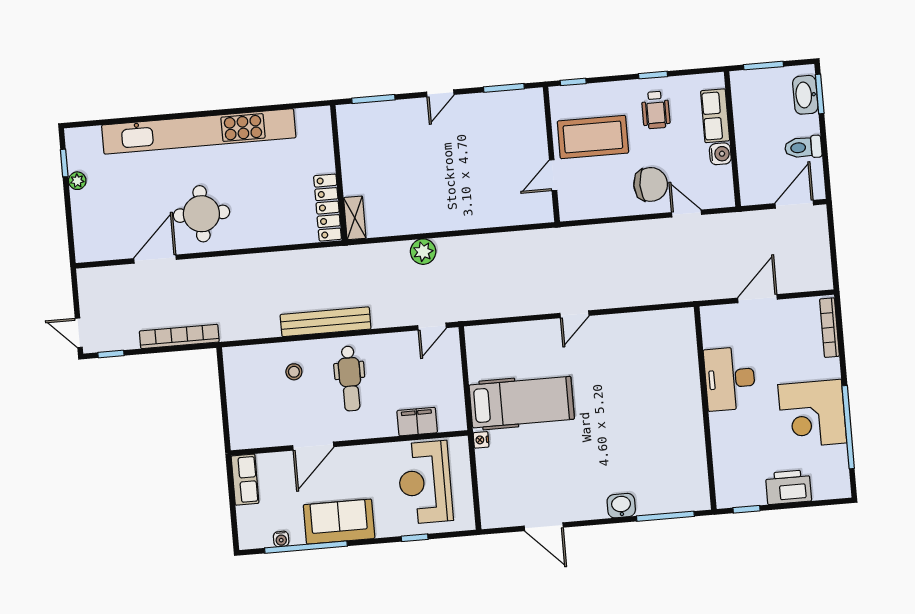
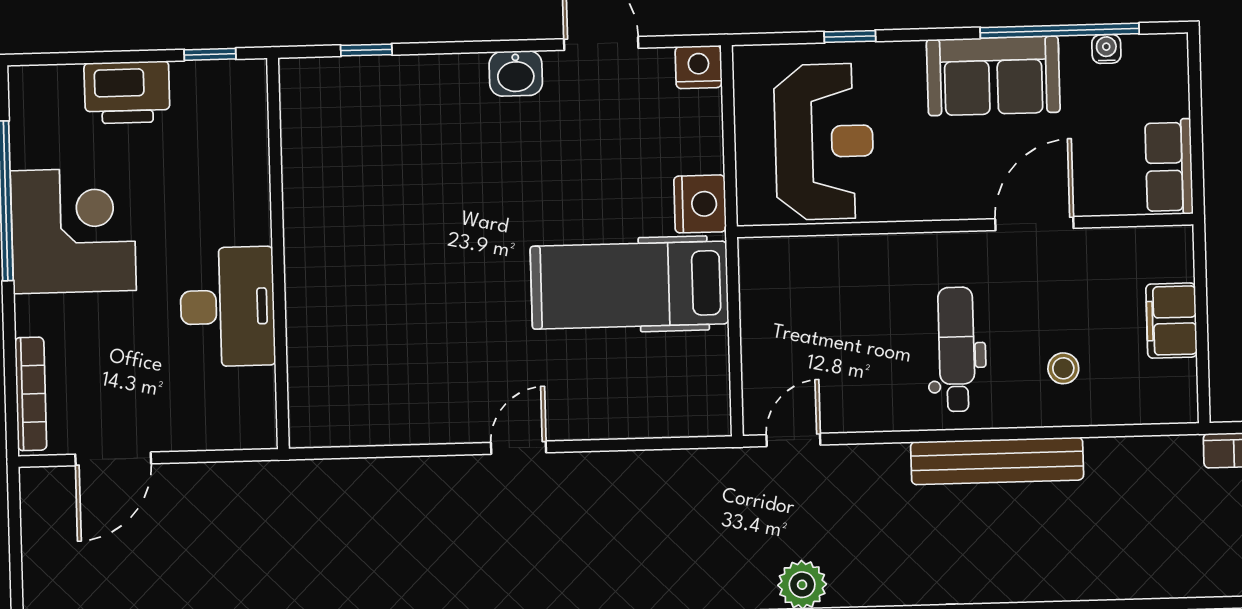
door: (757, 299) -> (113, 459), moved
filing cabinet: (417, 422) -> (1171, 321), moved, turned 90
nightstand: (481, 440) -> (700, 204), width x1.89, depth x1.79
washbasin: (621, 506) -> (516, 73), moved
window: (665, 516) -> (366, 50), width x0.46
nightstand: (492, 517) -> (699, 67), added

